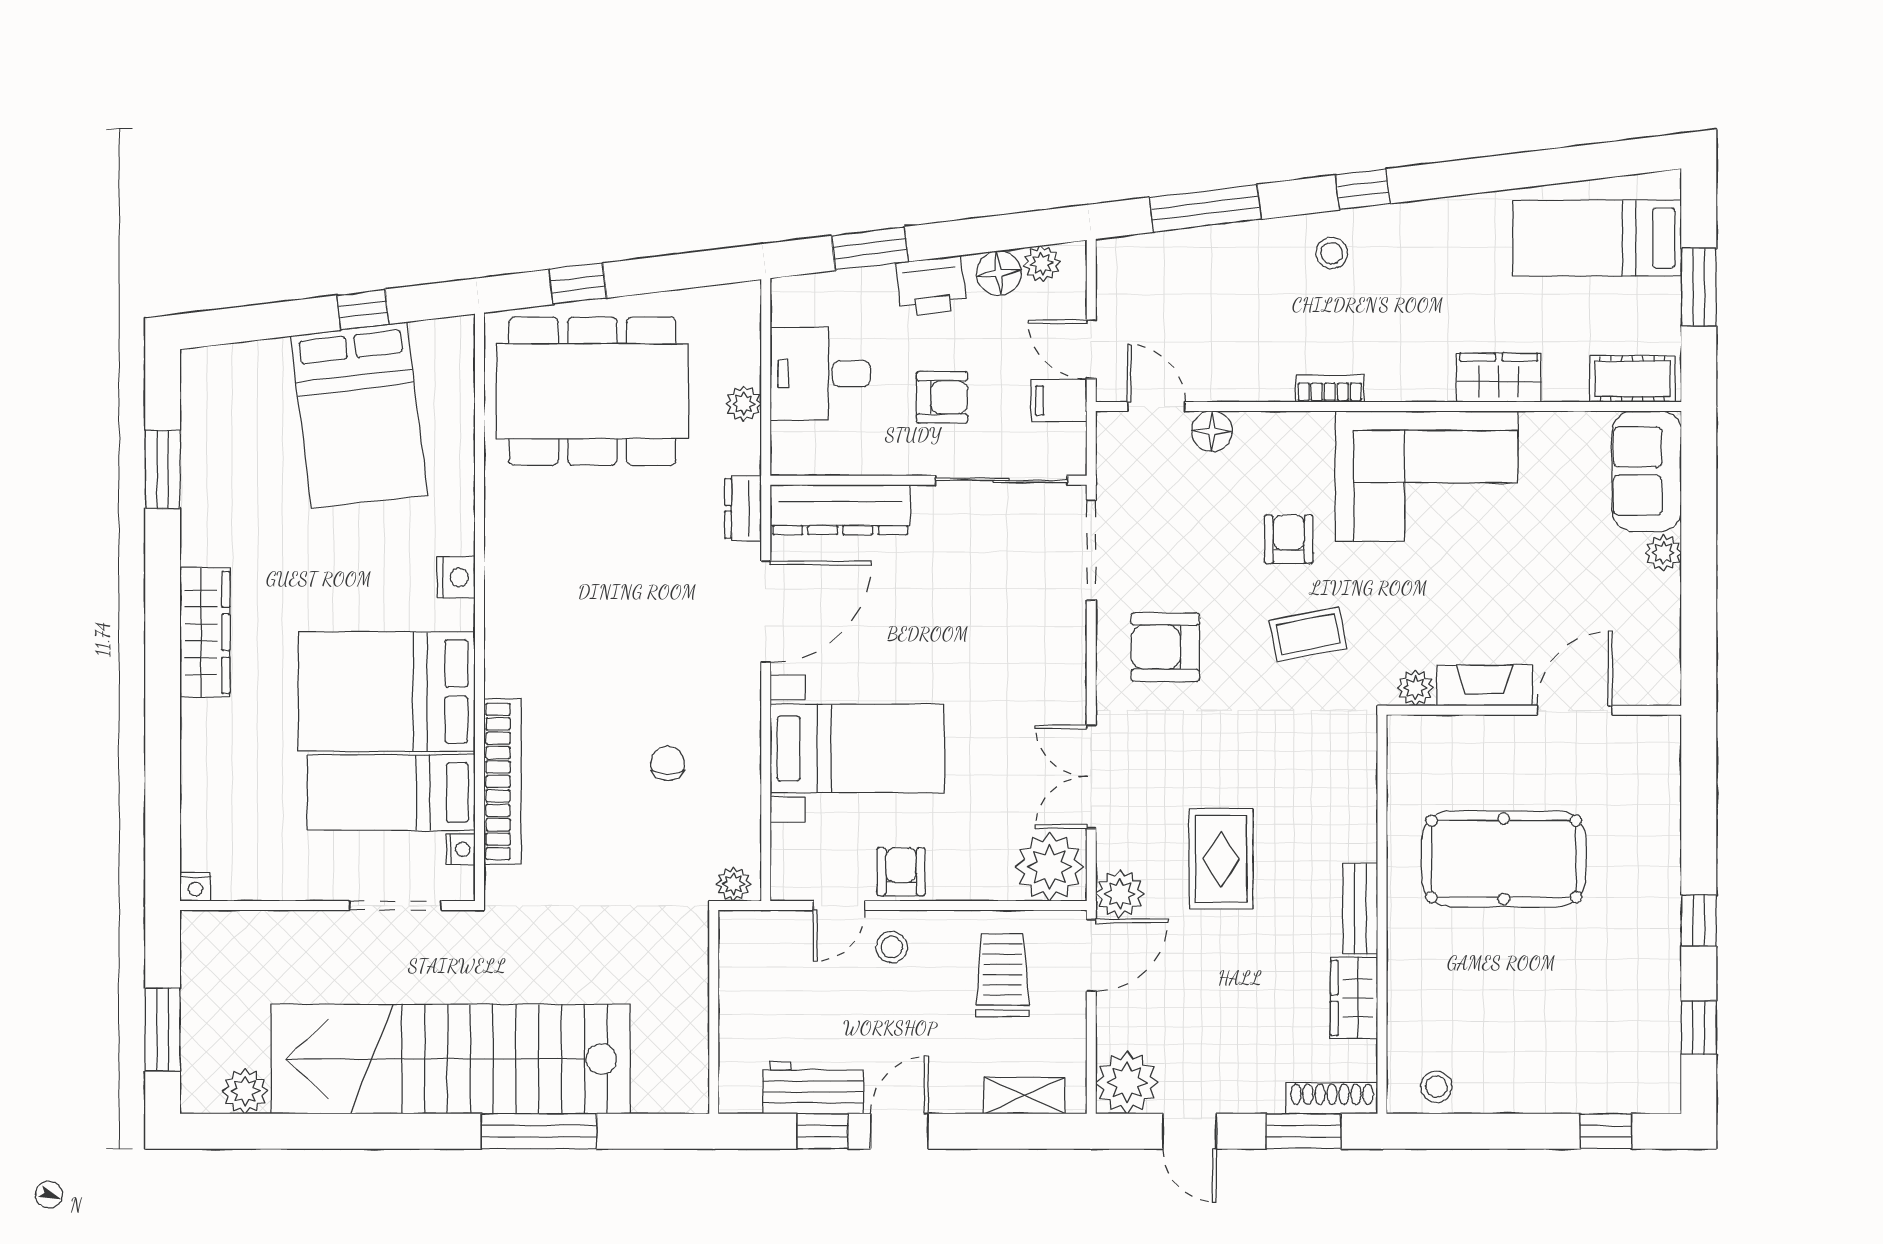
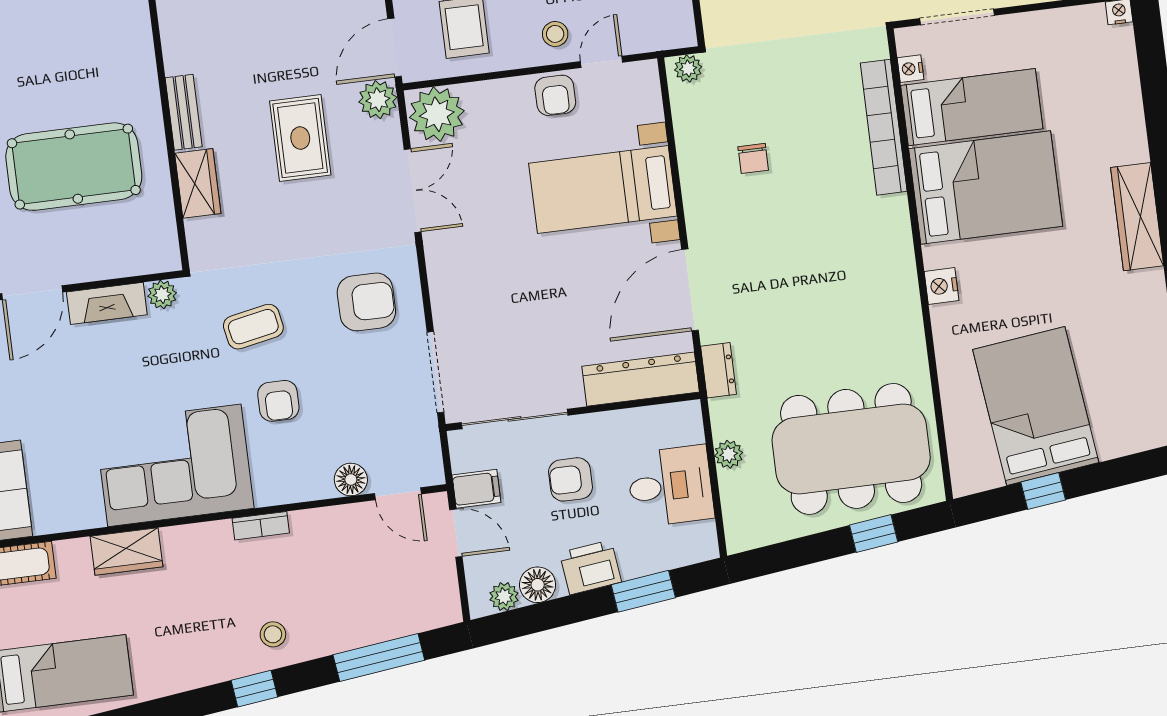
wardrobe: (1354, 998) -> (198, 183), moved

